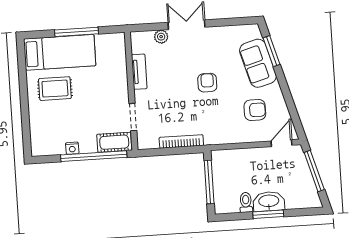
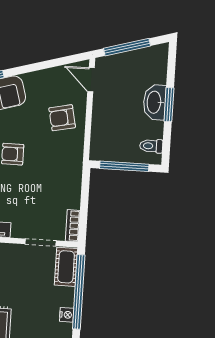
armchair: (255, 110) -> (62, 118), moved, turned -102
bookcase: (181, 141) -> (73, 226), moved, width x0.64
toilet: (246, 202) -> (151, 146), moved

